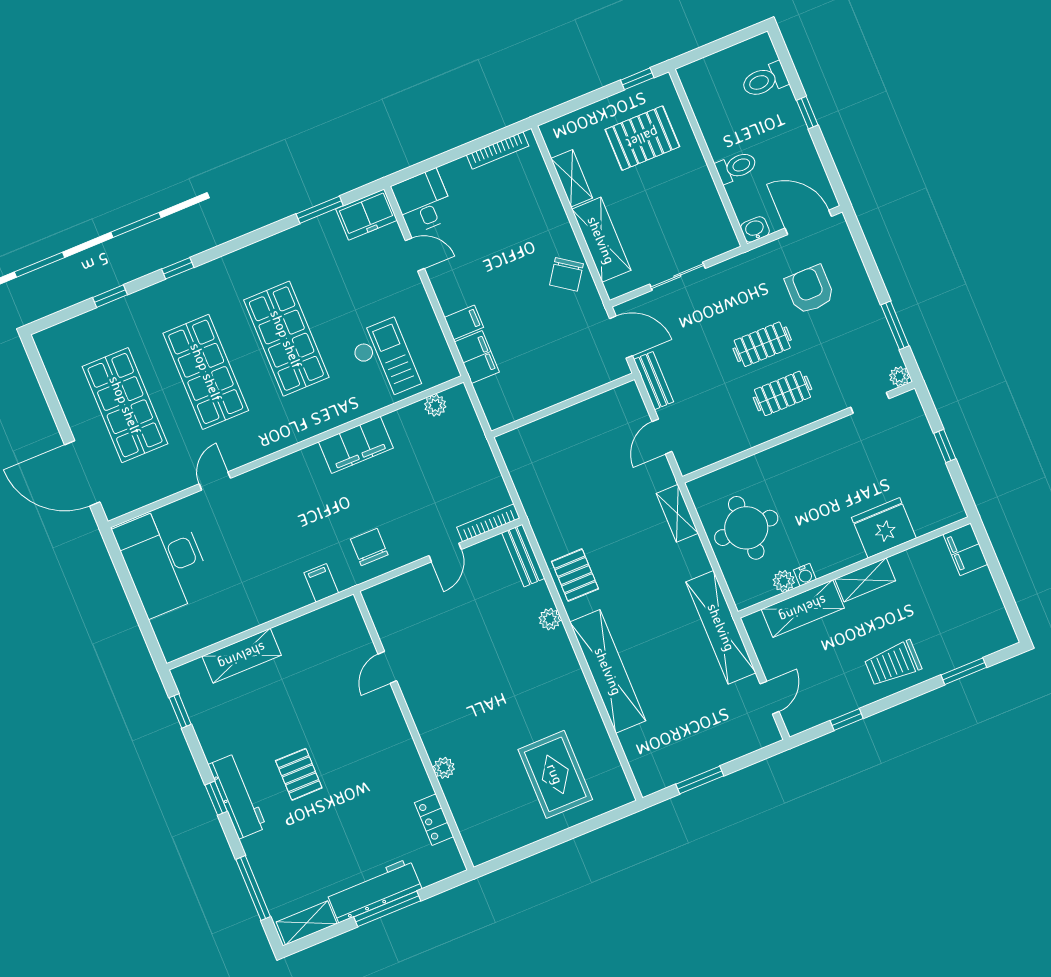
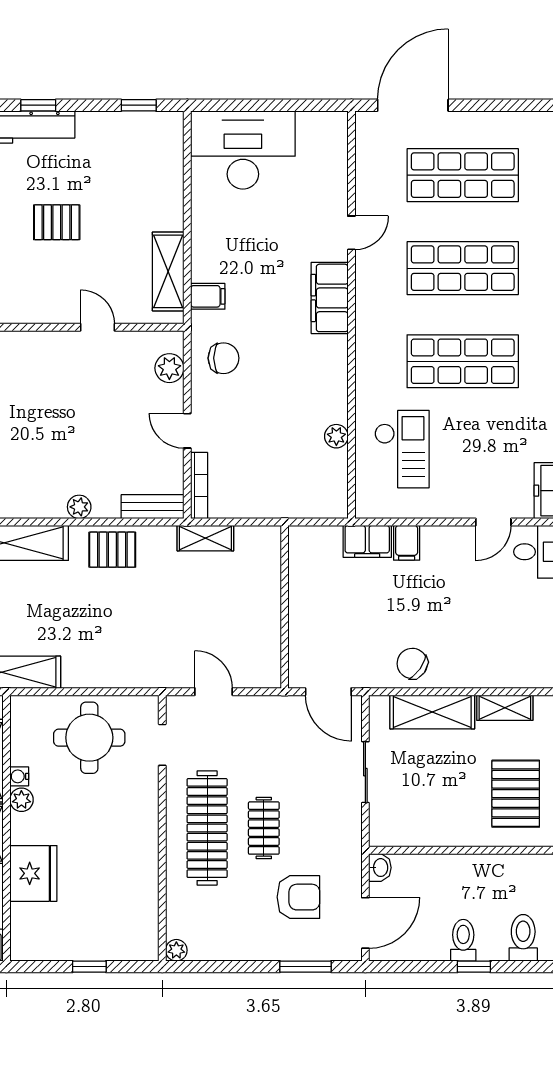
toilet: (736, 167) -> (463, 940), moved, turned 180
window: (895, 325) -> (306, 967), moved
door: (621, 337) -> (328, 692), hinge flipped
checkout: (384, 360) -> (402, 449), turned -90
bench: (654, 381) -> (272, 706), removed
clothes rail: (782, 393) -> (207, 828), width x1.86, depth x1.31
doorway: (870, 403) -> (162, 745), moved
plant: (435, 405) -> (336, 436), moved
filing cabinet: (356, 445) -> (330, 298), moved
door: (215, 481) -> (351, 233), hinge flipped
shelving: (677, 513) -> (205, 538), moved
desk: (164, 561) -> (243, 150), moved
plant: (784, 581) -> (21, 800), moved
plant: (397, 590) -> (169, 368), added
shelving: (242, 656) -> (168, 271), moved
pallet: (299, 774) -> (57, 222), moved

